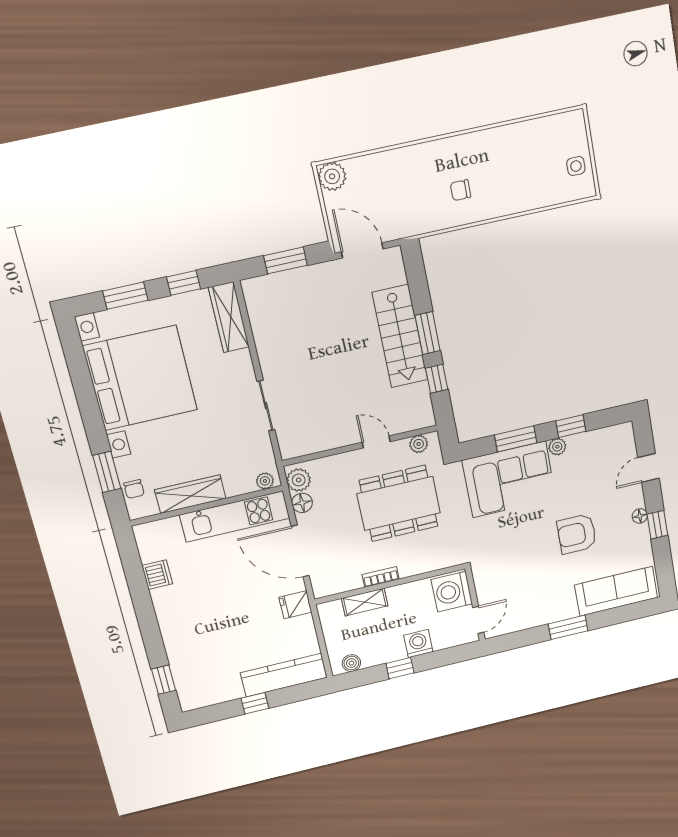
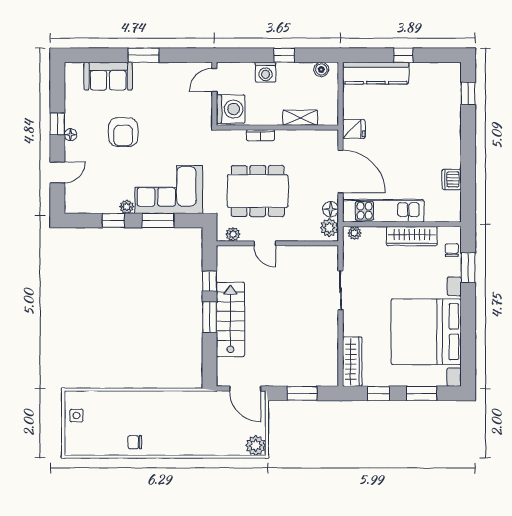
chair: (461, 190) -> (135, 442), moved, turned 180
armchair: (577, 534) -> (123, 132), turned 90
bookcase: (381, 577) -> (260, 135), moved
sofa: (616, 591) -> (108, 76), width x0.73

